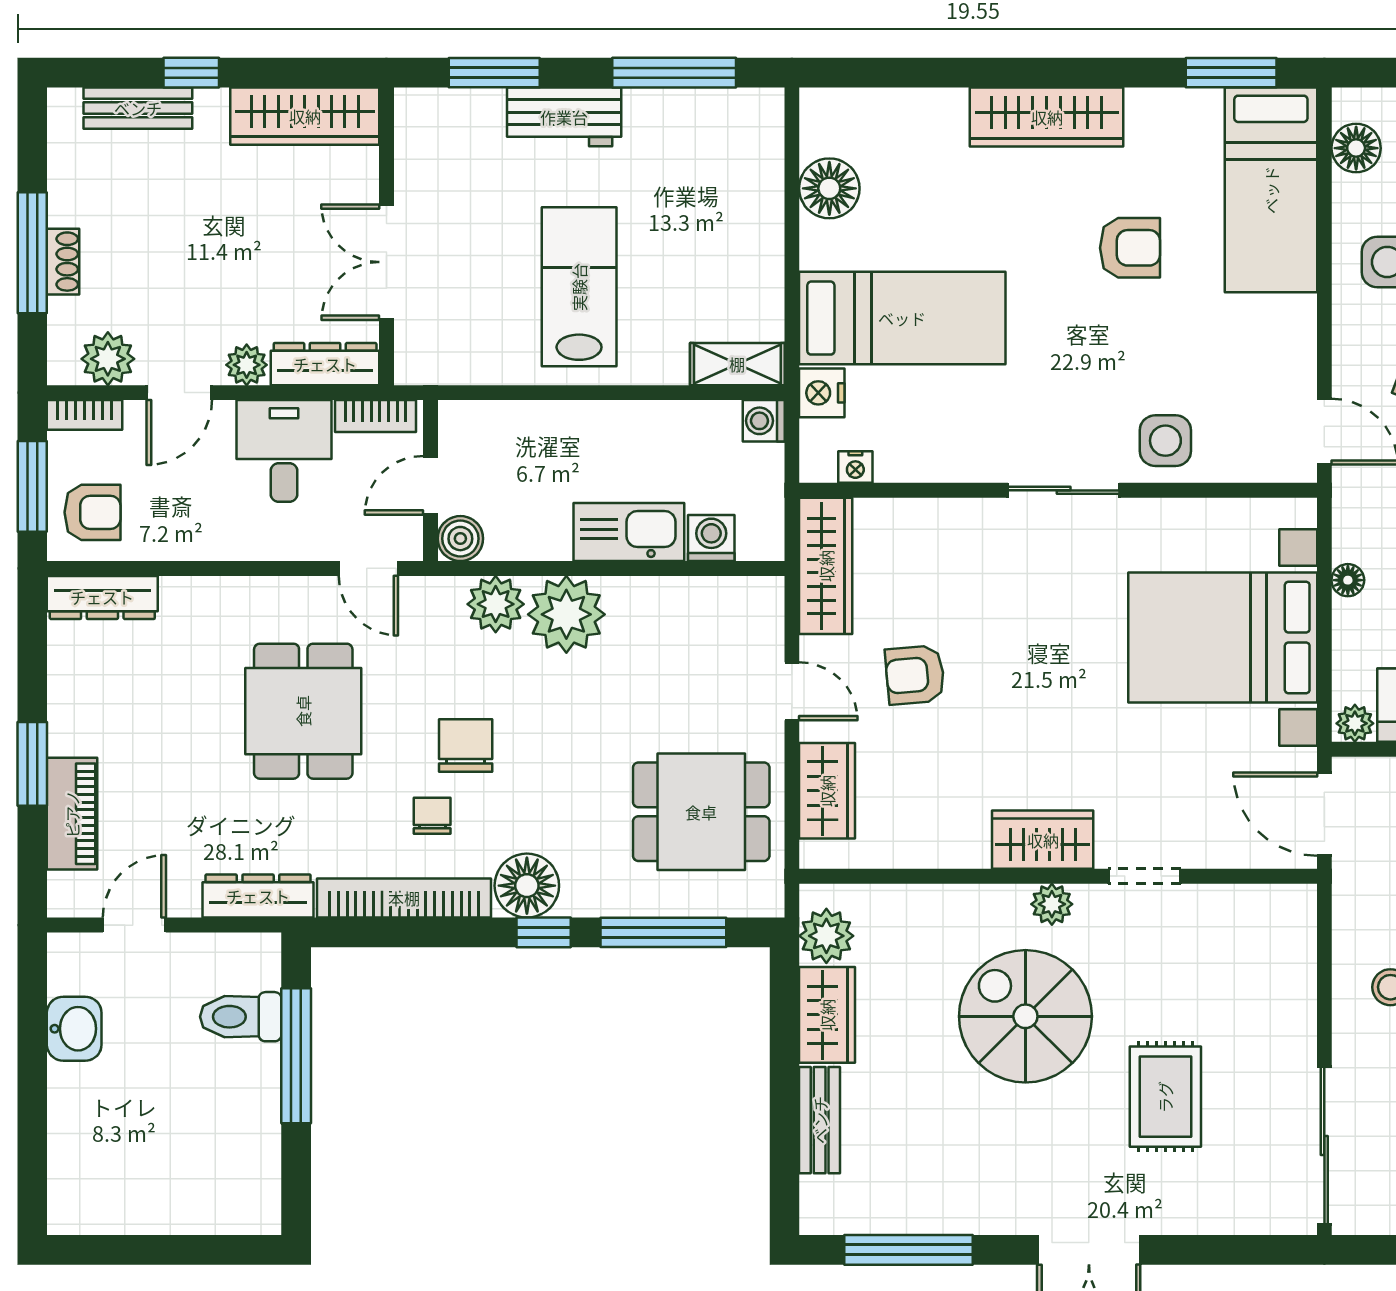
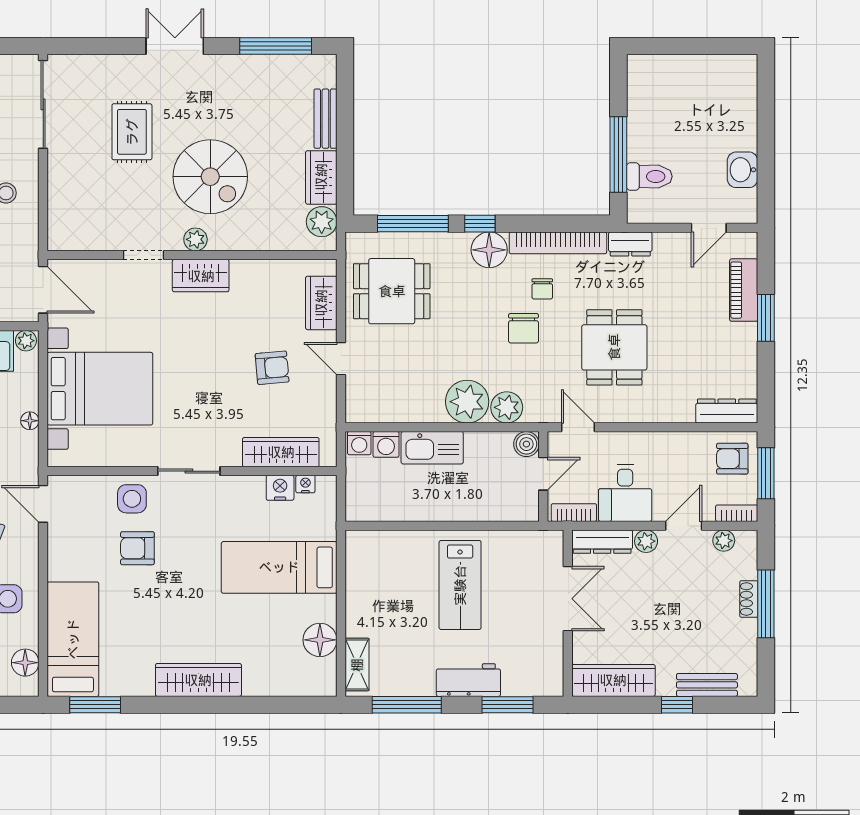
armchair: (1130, 248) -> (137, 548), moved
plant: (108, 359) -> (724, 541), width x0.73, depth x0.73
shelving: (737, 364) -> (357, 665), moved, turned 90
nightstand: (822, 393) -> (280, 488), moved, turned -90
washing machine: (764, 421) -> (359, 443), moved, turned 90
wardrobe: (826, 566) -> (281, 452), moved, turned 90
dresser: (258, 896) -> (630, 244), width x0.70

